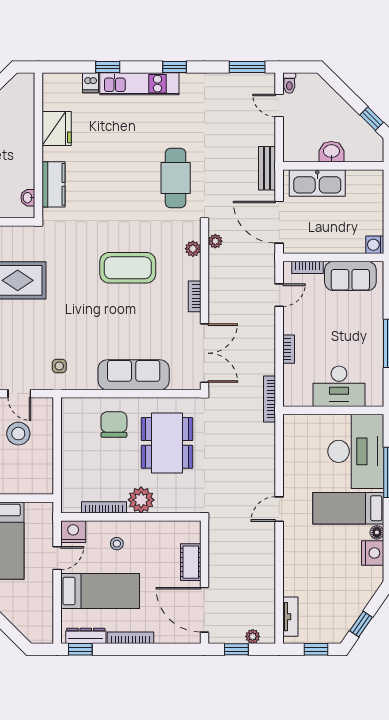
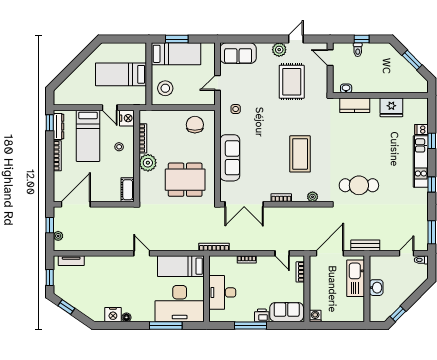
plant: (215, 241) -> (317, 211), removed
sofa: (350, 276) -> (287, 312), moved, turned 90
printer: (374, 326) -> (262, 315), added
chair: (114, 424) -> (195, 125), moved, turned -90
stool: (18, 434) -> (165, 88), moved
bed: (348, 508) -> (181, 266), moved, turned -90
cot: (191, 562) -> (128, 190), moved, turned 90

